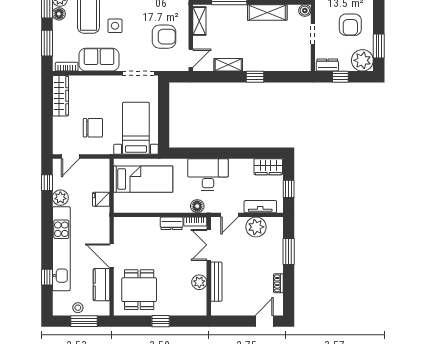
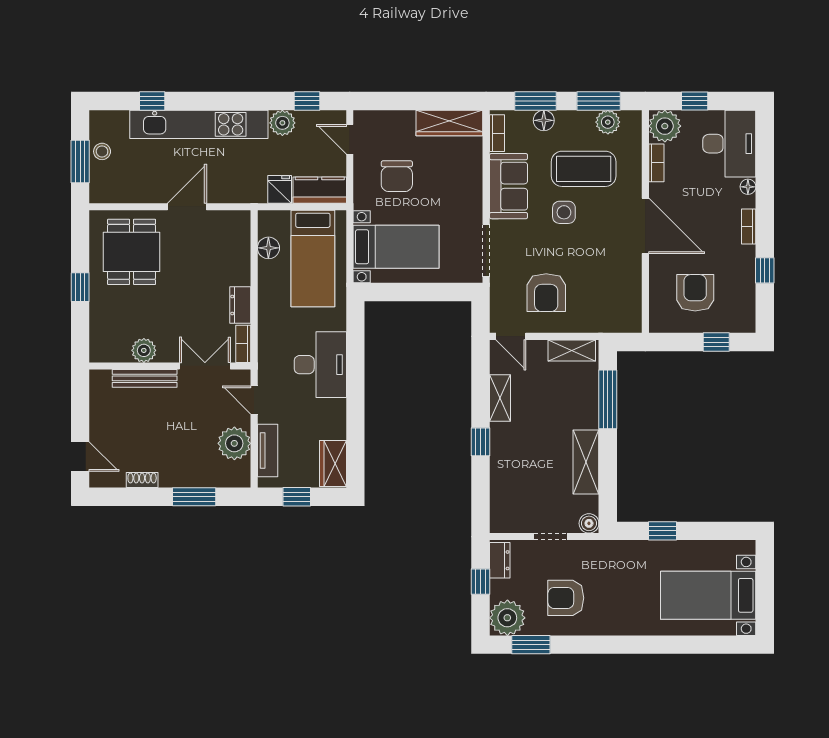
floor lamp: (59, 14) -> (544, 120), moved
floor lamp: (197, 206) -> (268, 248), moved
kitchen counter: (101, 285) -> (320, 190), moved
dining table: (139, 290) -> (132, 252), turned 90

